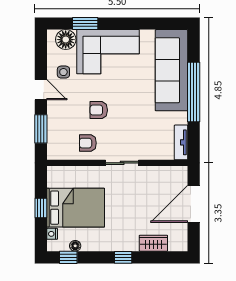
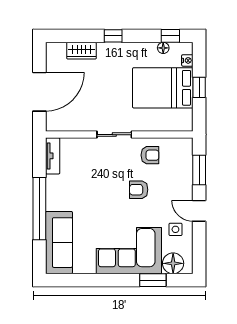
sofa: (172, 70) -> (59, 243), width x0.74, depth x0.79
armchair: (99, 110) -> (139, 190), turned 180

